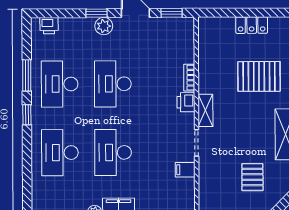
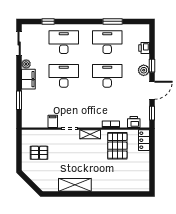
locker: (252, 25) -> (144, 140), moved
printer: (49, 26) -> (144, 48), moved
pallet: (259, 76) -> (117, 146), moved
printer: (186, 102) -> (134, 122), moved
window: (27, 115) -> (48, 21), moved
pallet: (252, 177) -> (39, 153), moved

